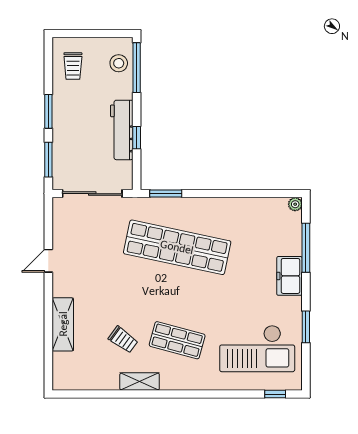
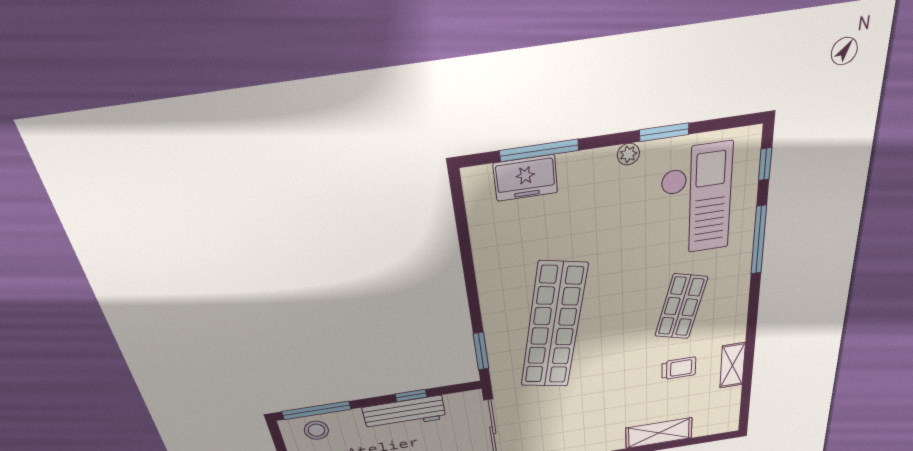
plant: (295, 204) -> (628, 154), moved
freezer: (289, 276) -> (525, 178), moved
trolley: (123, 340) -> (679, 368), turned 54
shelving: (140, 382) -> (732, 365), moved
window: (221, 394) -> (759, 240), added

